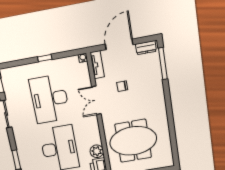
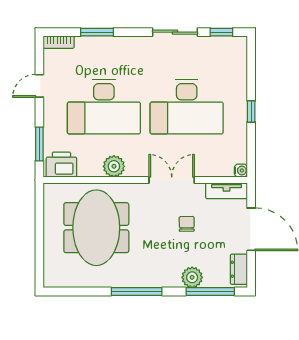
plant: (155, 77) -> (192, 277), added
desk: (50, 99) -> (187, 107), turned 180
window: (169, 110) -> (137, 292), added
plant: (97, 151) -> (114, 166), moved

